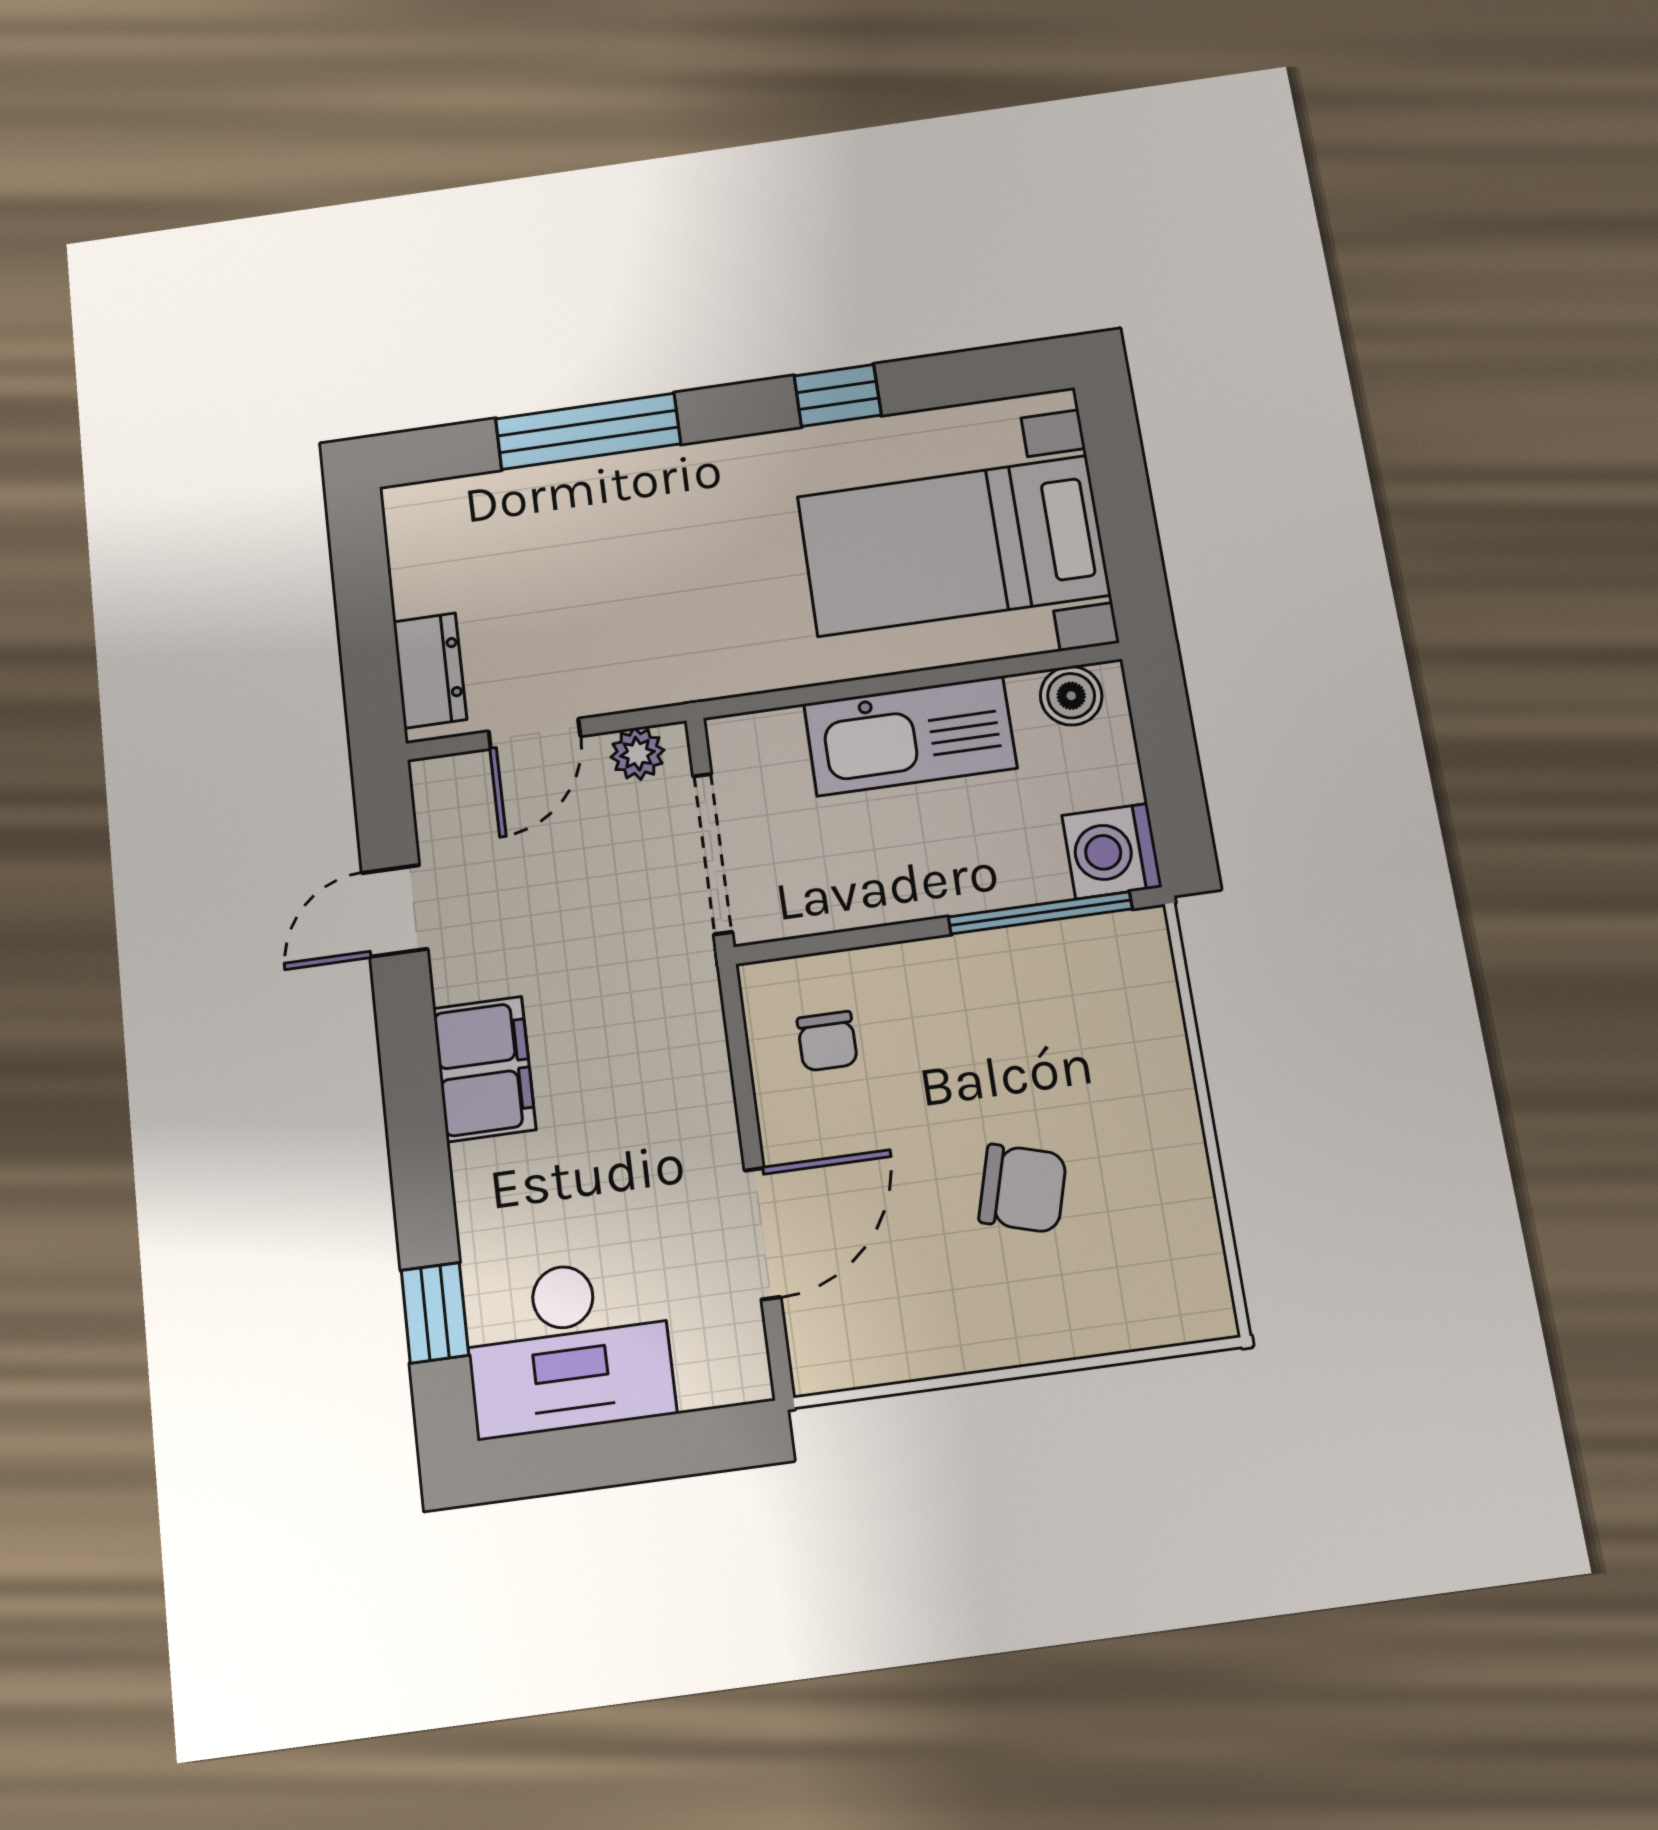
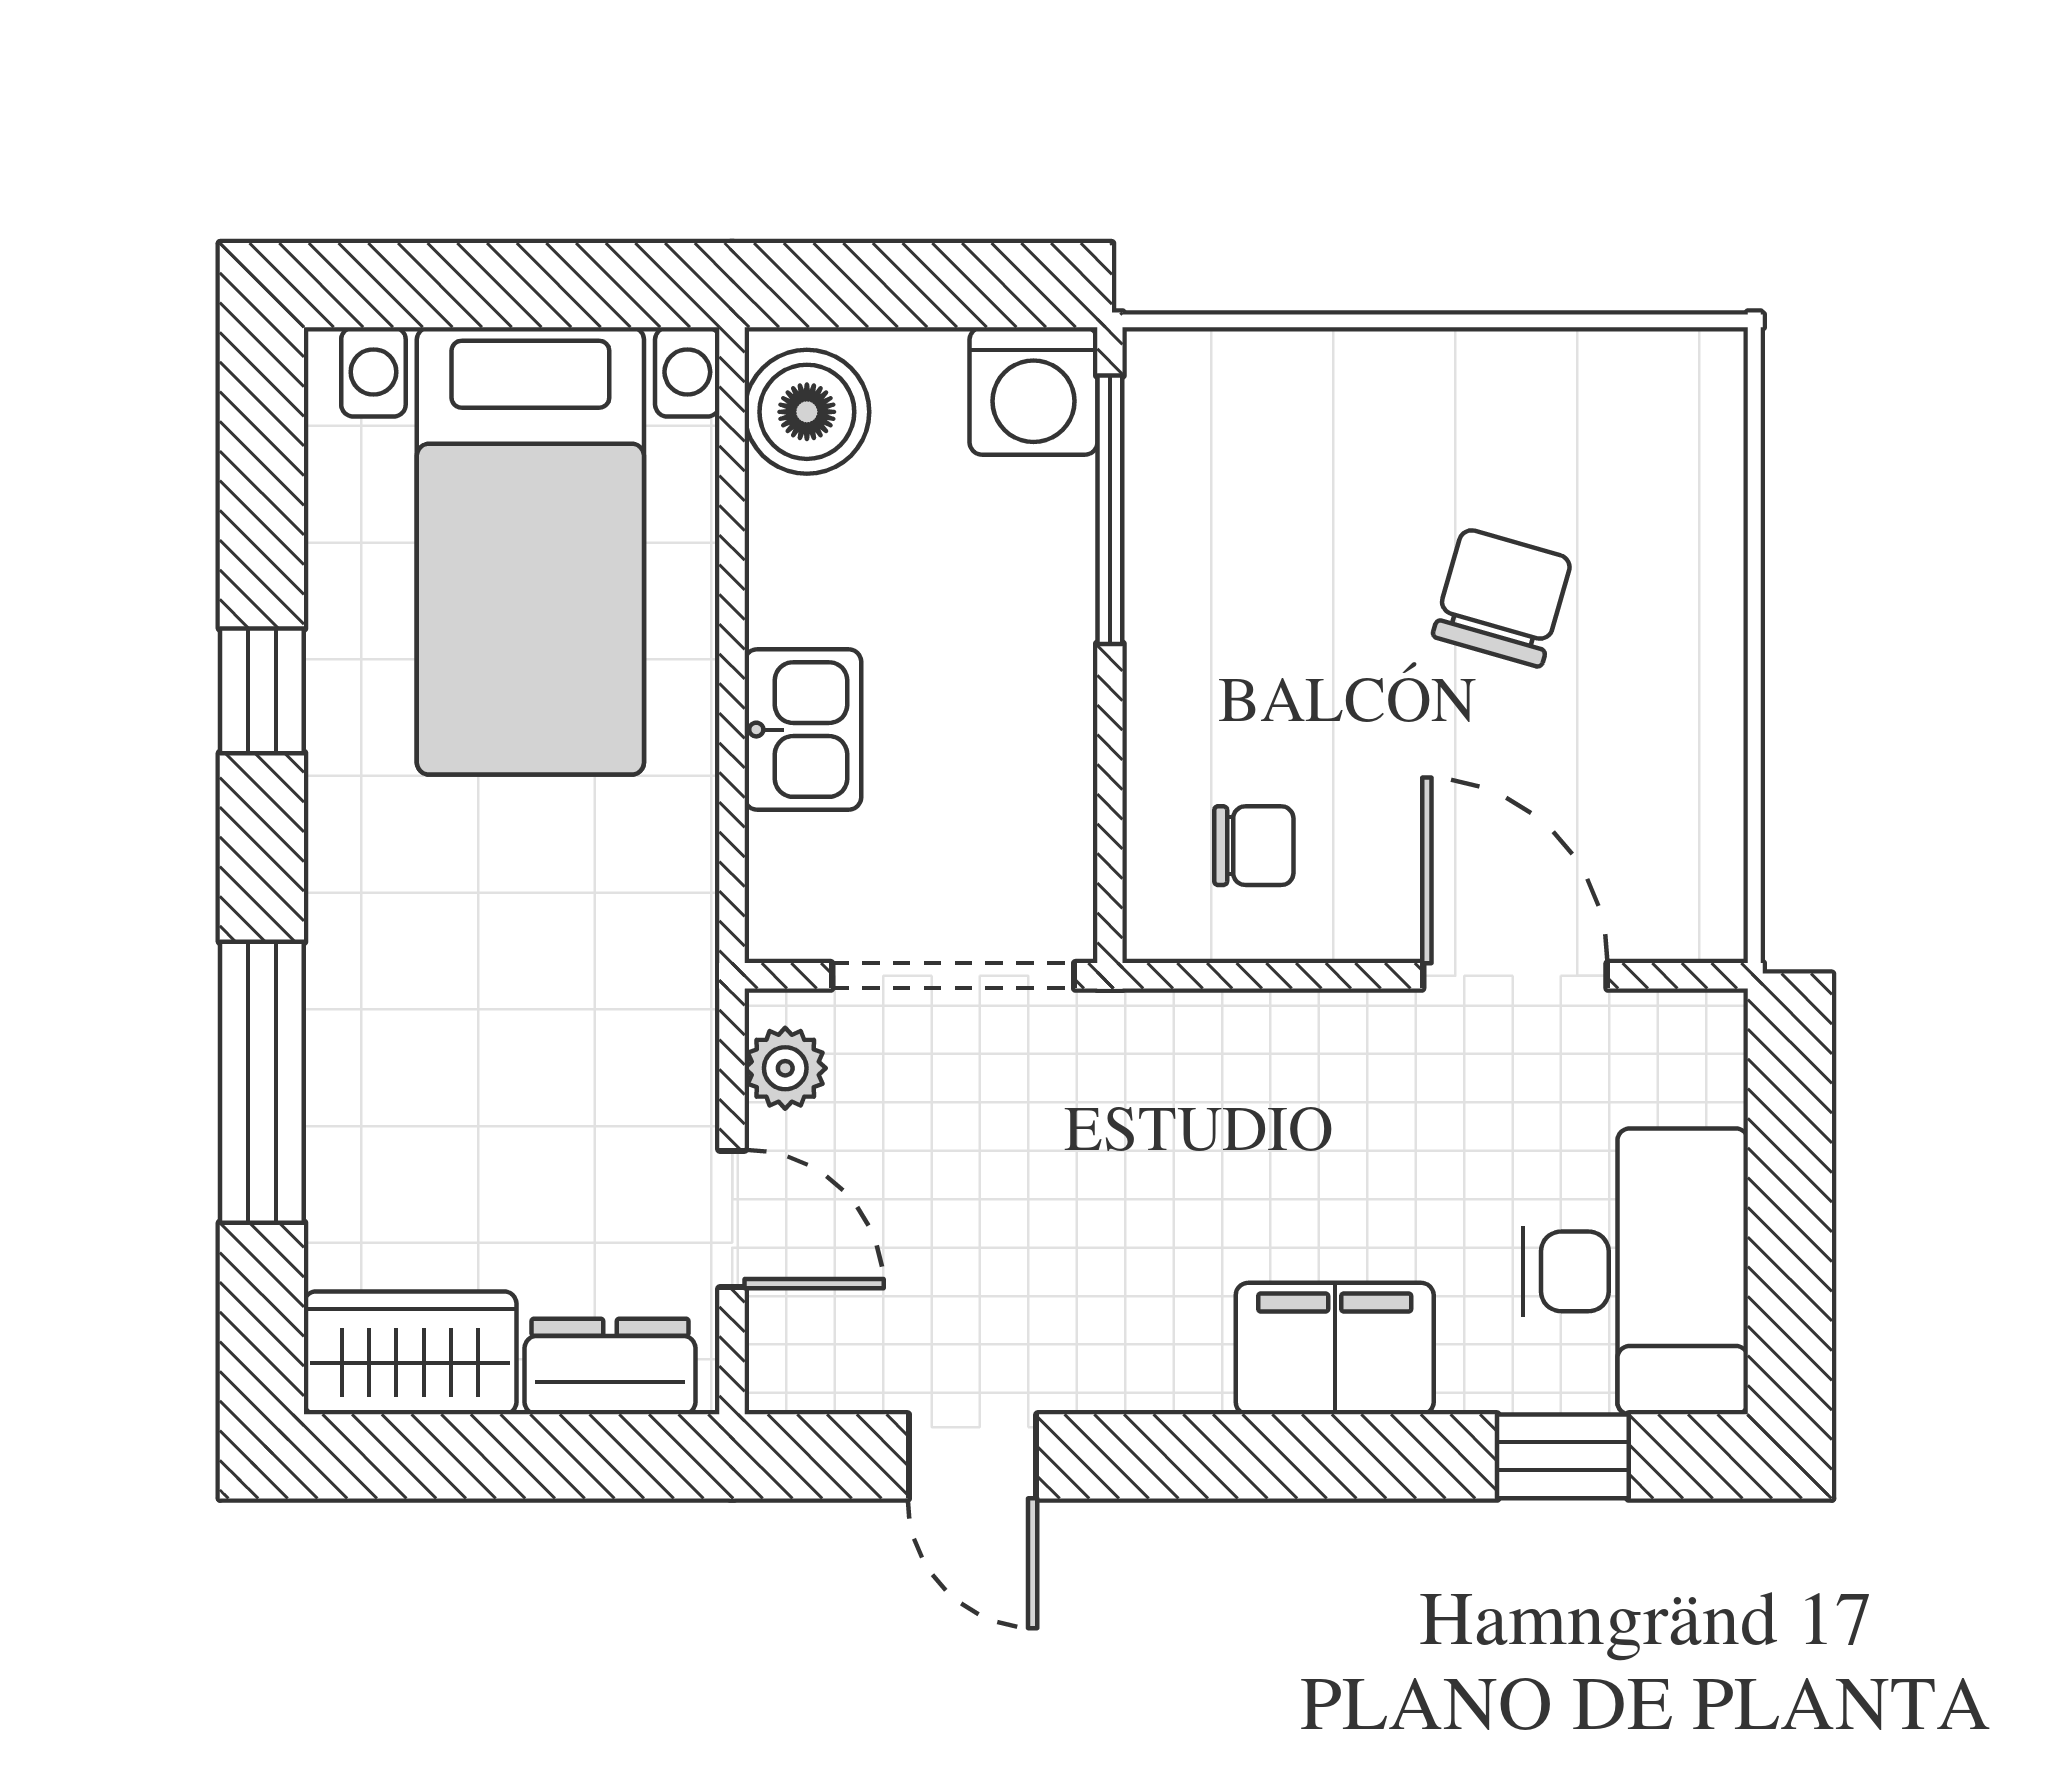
wardrobe: (425, 546) -> (410, 1353), added
boiler: (1071, 696) -> (807, 412), width x1.36, depth x1.36
kitchen sink: (910, 736) -> (803, 730), width x0.53, depth x0.81
filing cabinet: (484, 1069) -> (1335, 1349), moved

